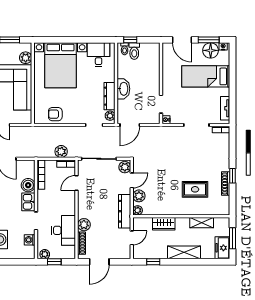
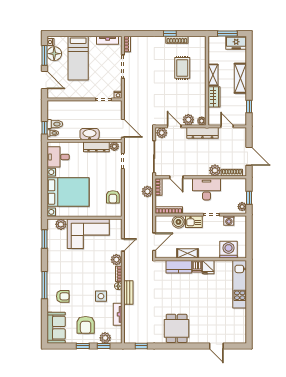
door: (182, 40) -> (44, 80), hinge flipped
shelving: (202, 223) -> (213, 75), moved
desk: (64, 230) -> (207, 189), moved

